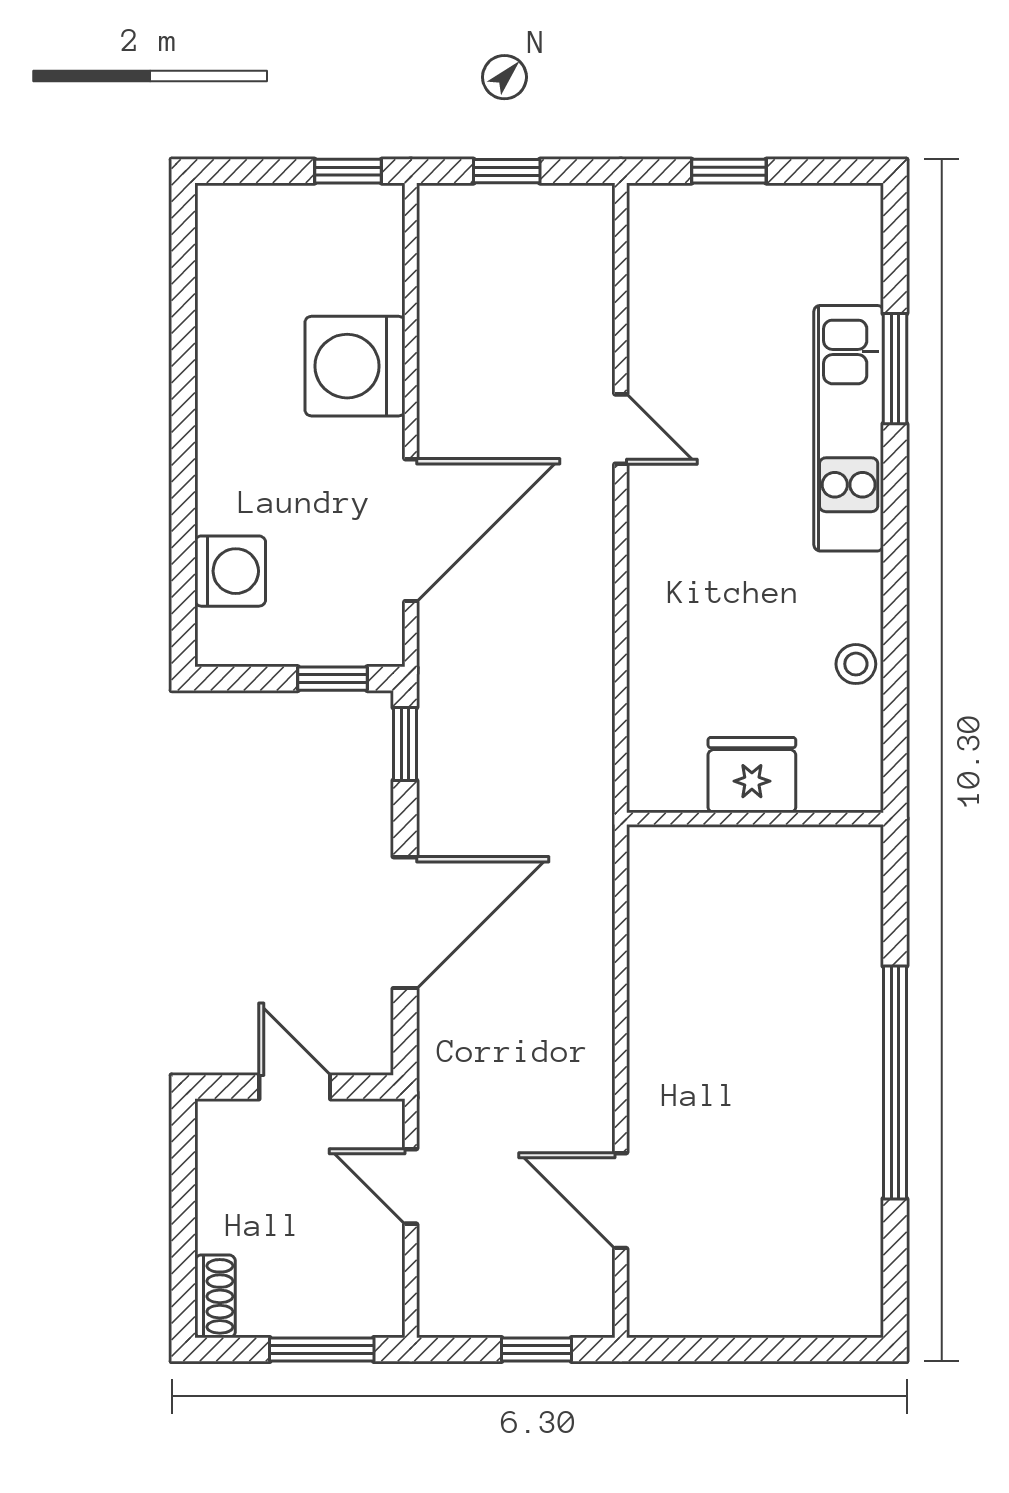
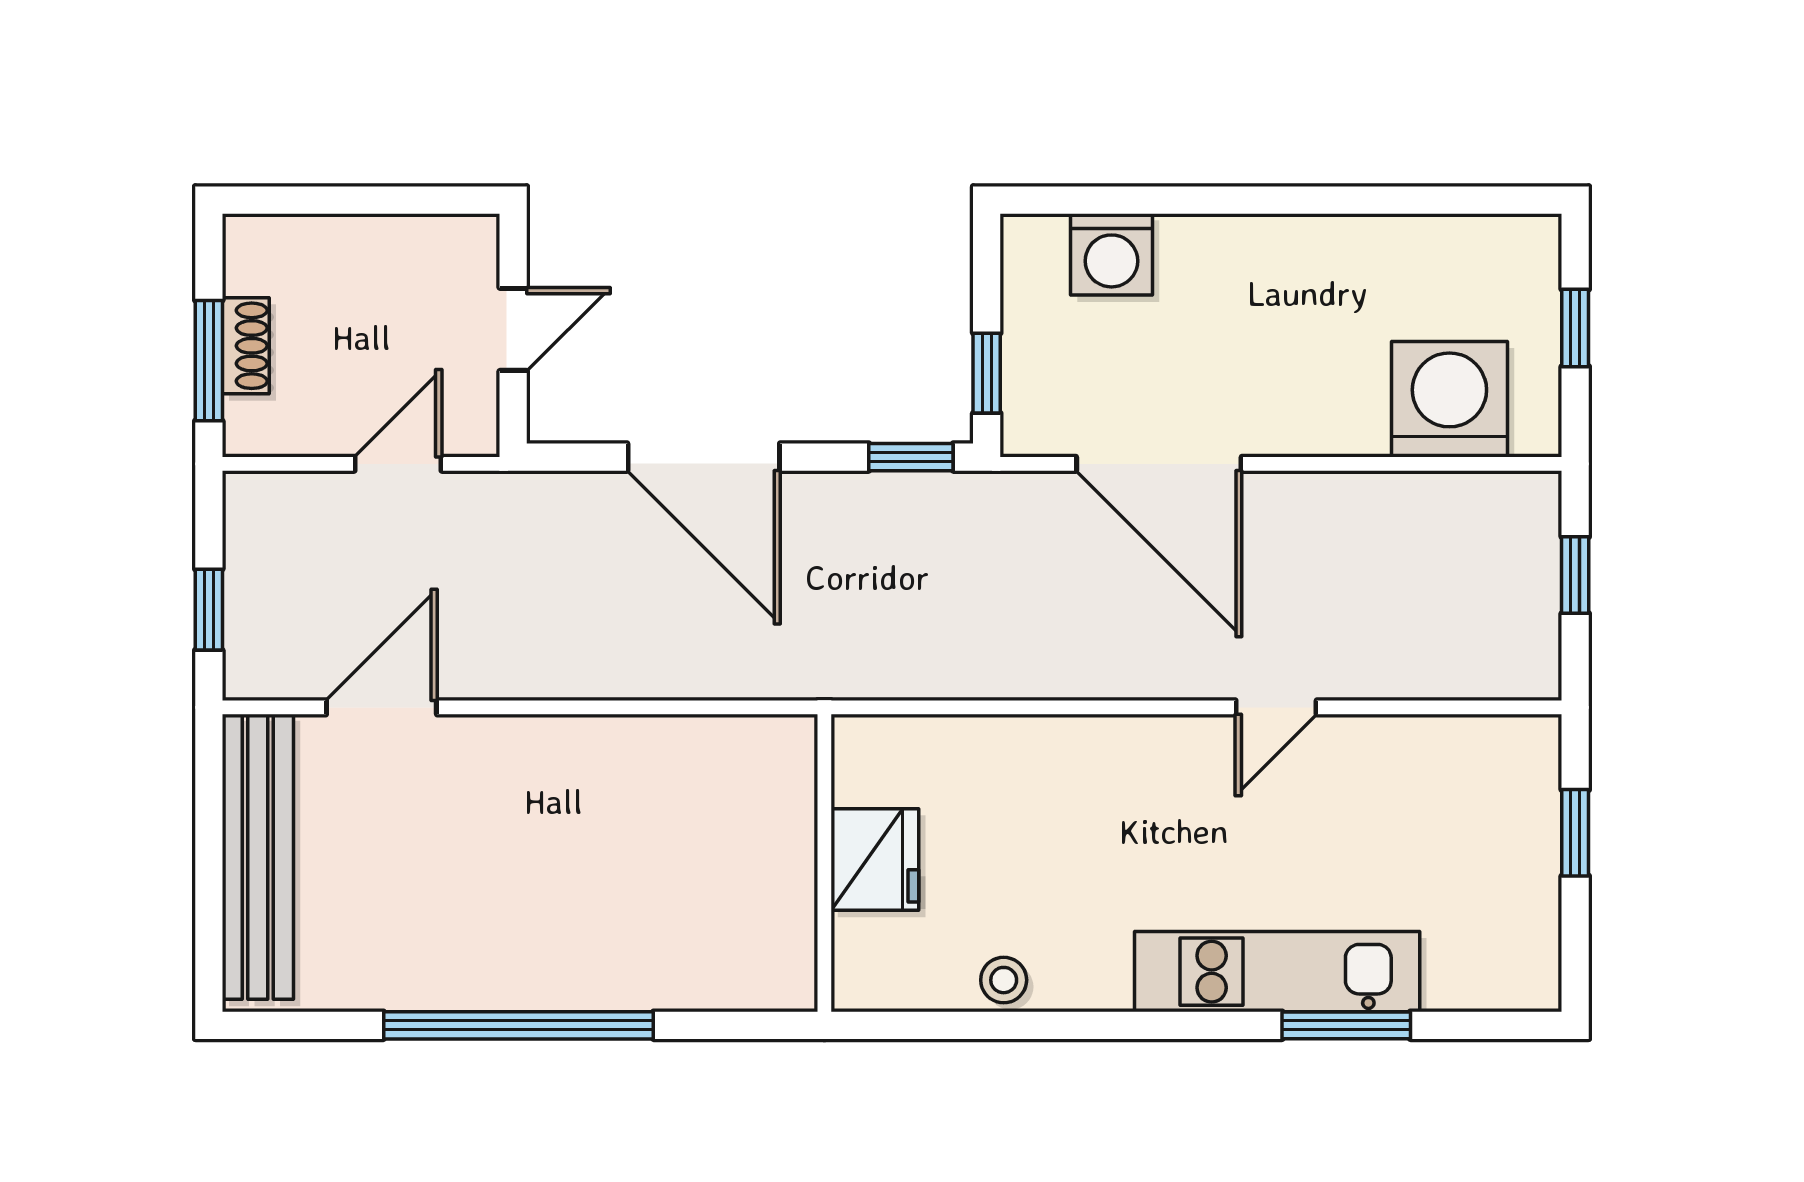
window: (348, 171) -> (1575, 328), moved
washing machine: (355, 366) -> (1449, 399), moved
shoe rack: (215, 1296) -> (246, 346), moved, turned -90
bench: (750, 1307) -> (258, 857), added

